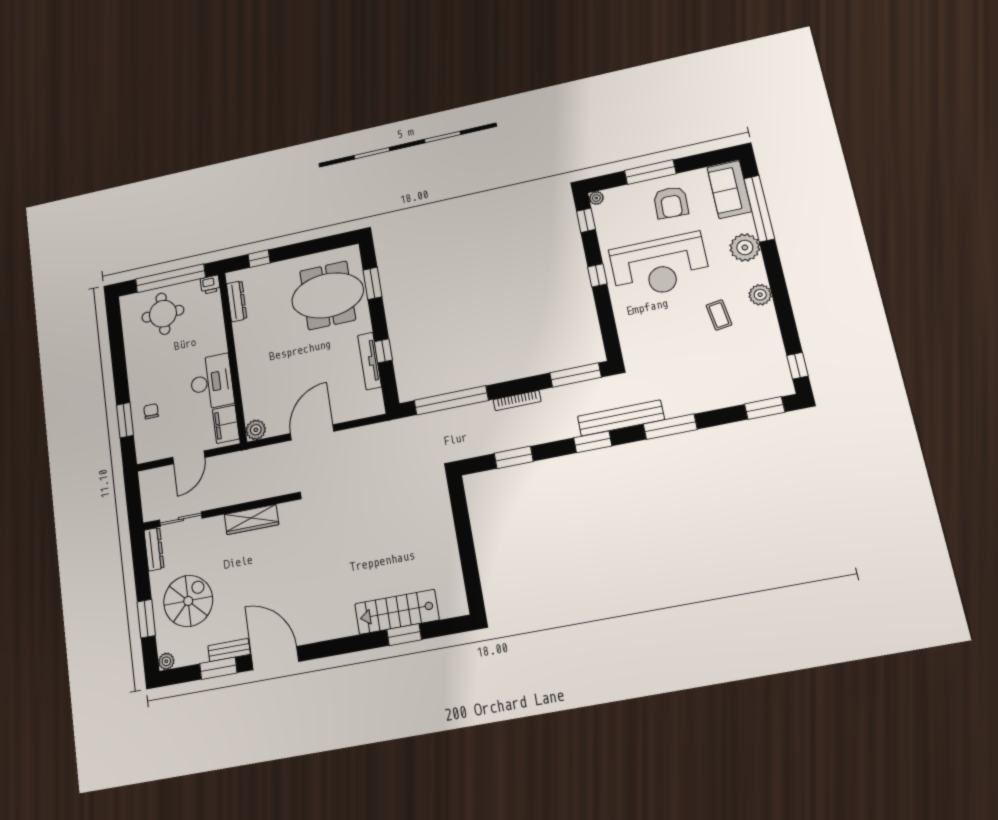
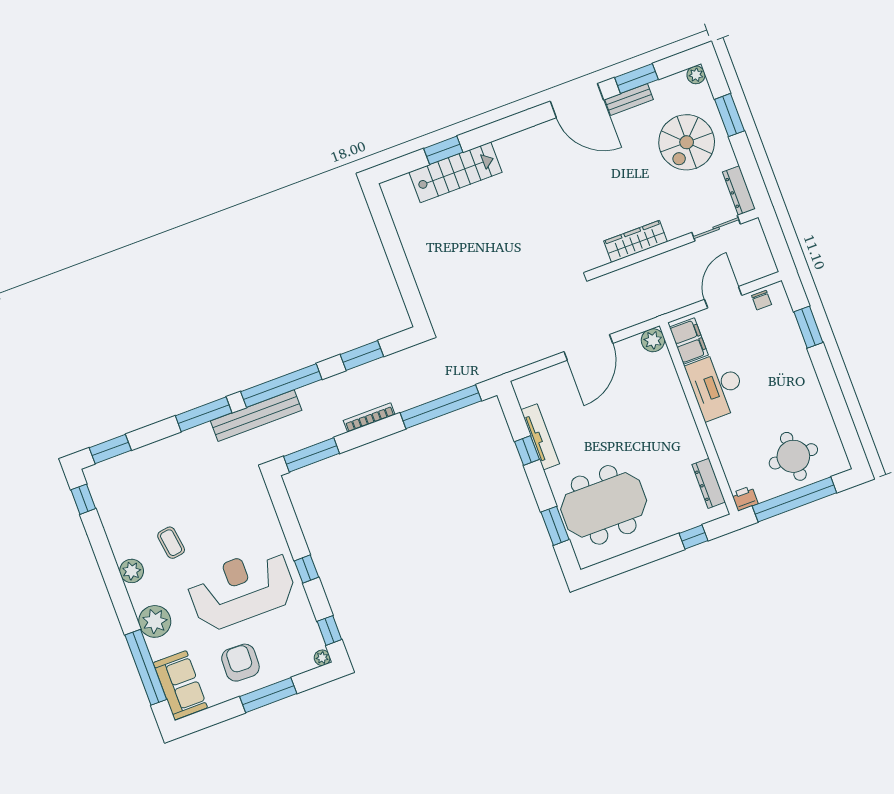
chair: (151, 411) -> (762, 300), moved
window: (593, 442) -> (281, 385), width x2.11

